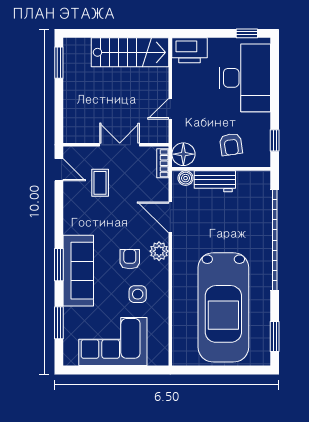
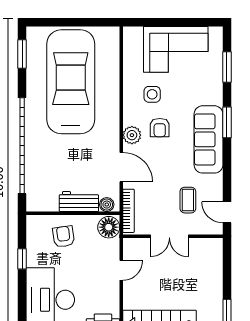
window: (275, 140) -> (22, 259), moved
bookcase: (163, 163) -> (128, 211), width x1.56
sofa: (78, 271) -> (209, 139), moved

